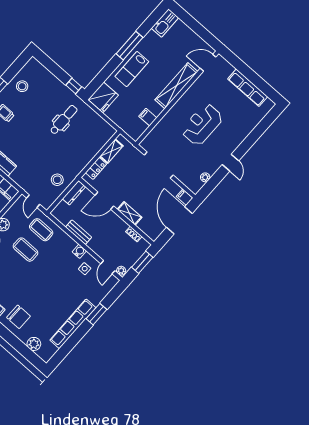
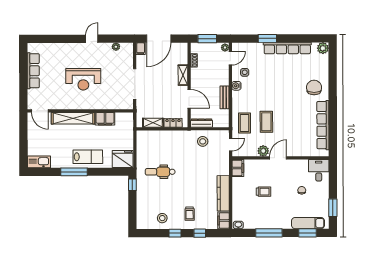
filing cabinet: (148, 117) -> (105, 119), width x2.00
plant: (34, 344) -> (323, 48), moved

